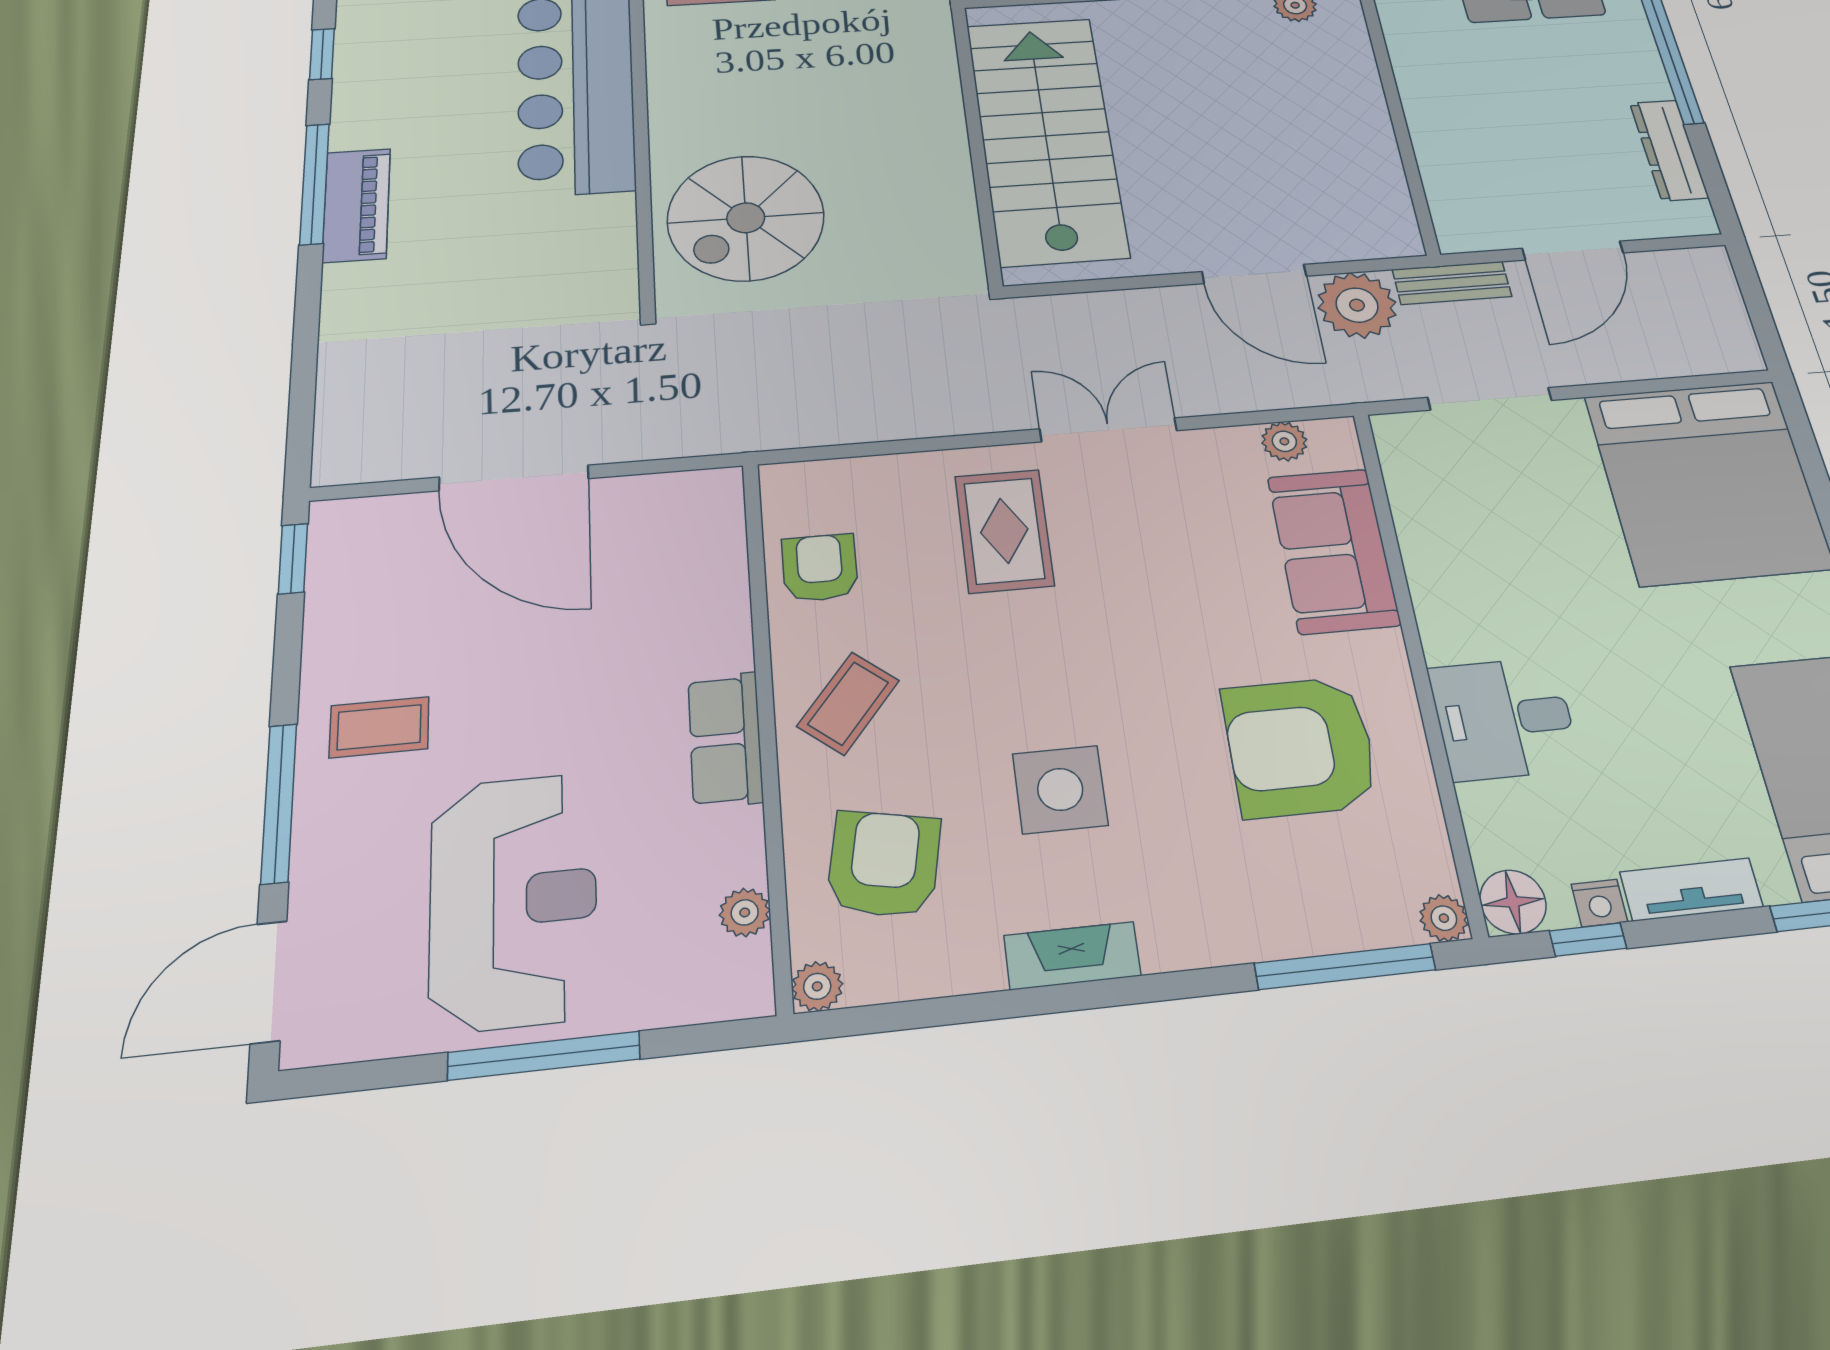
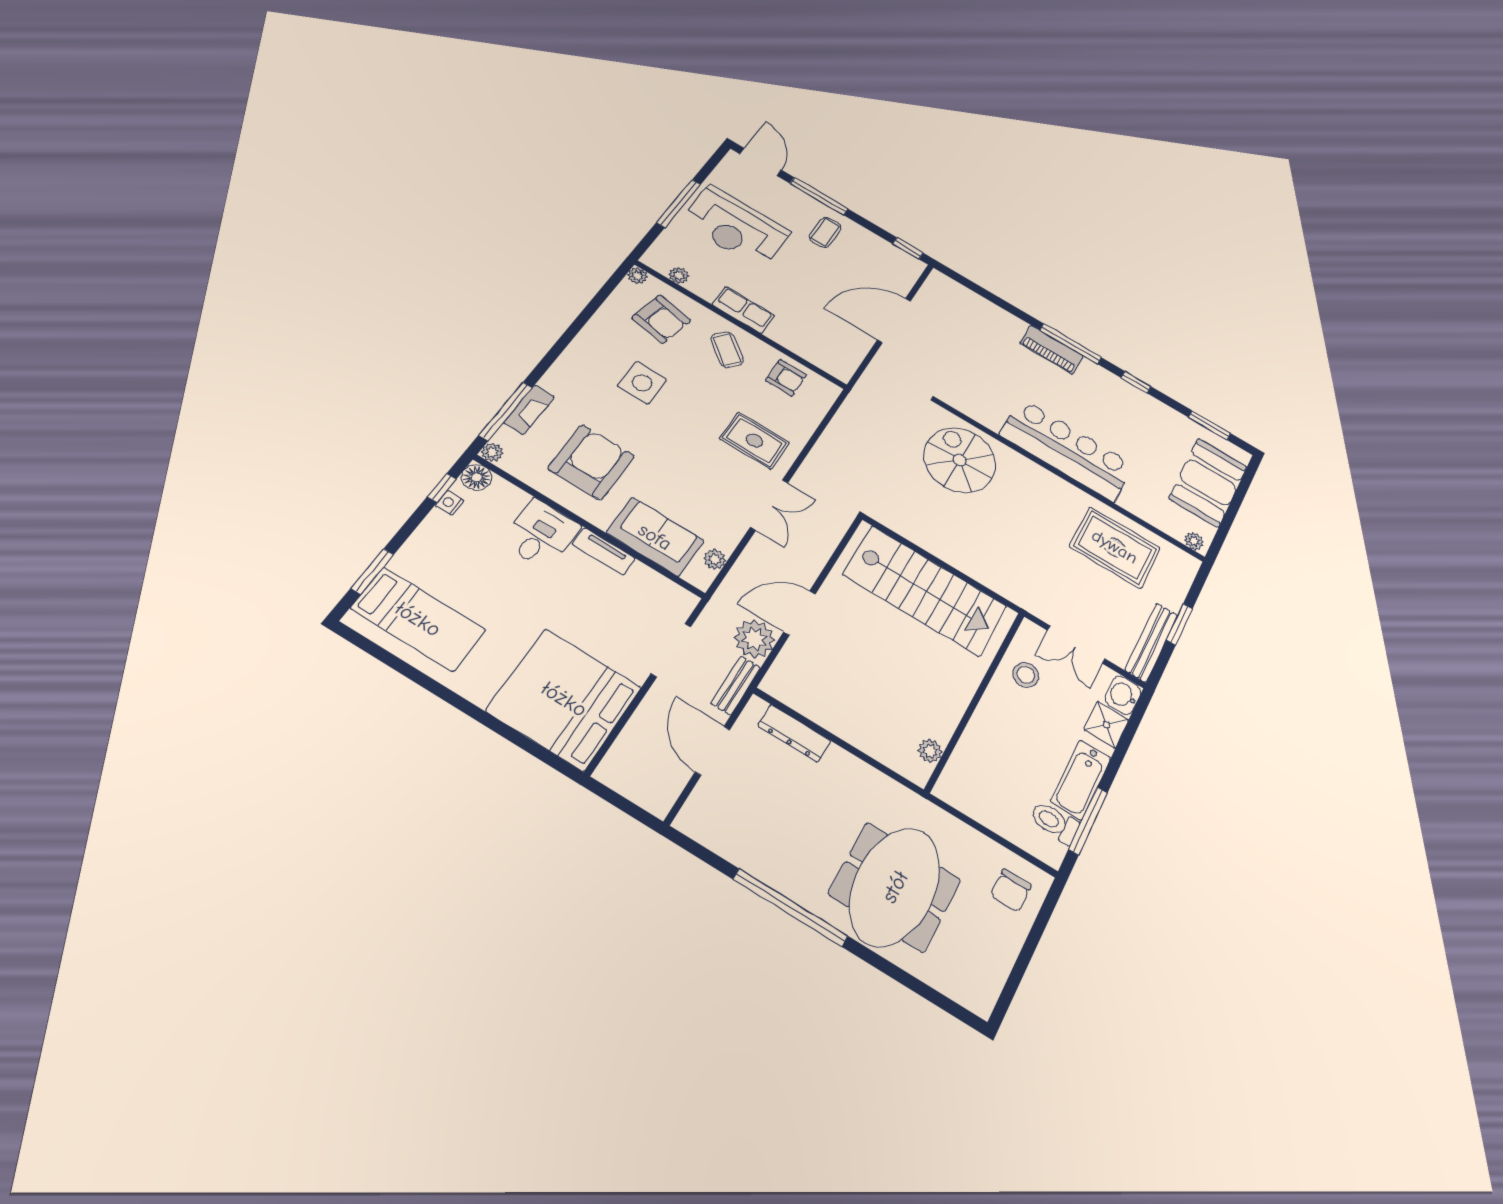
dresser: (1669, 150) -> (794, 733), moved, turned 180
tv unit: (1691, 889) -> (604, 551), moved, turned 90
fireplace: (1072, 956) -> (529, 410), moved

